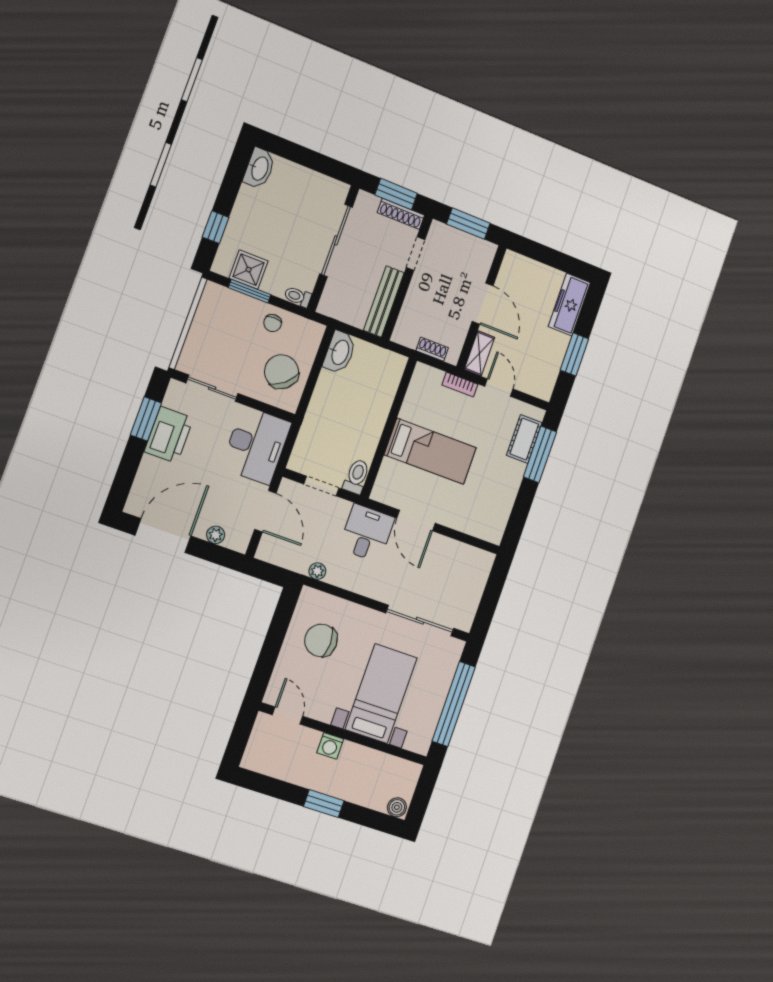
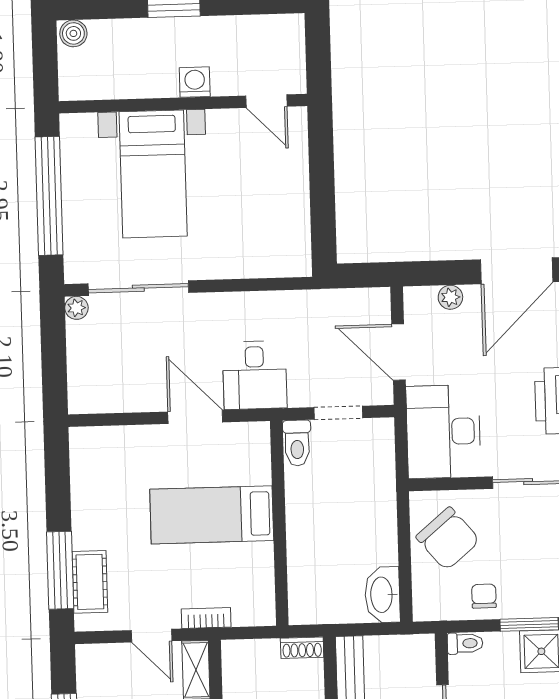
shoe rack: (432, 349) -> (302, 648), moved
plant: (317, 571) -> (76, 308), moved
chair: (321, 640) -> (261, 214), removed

